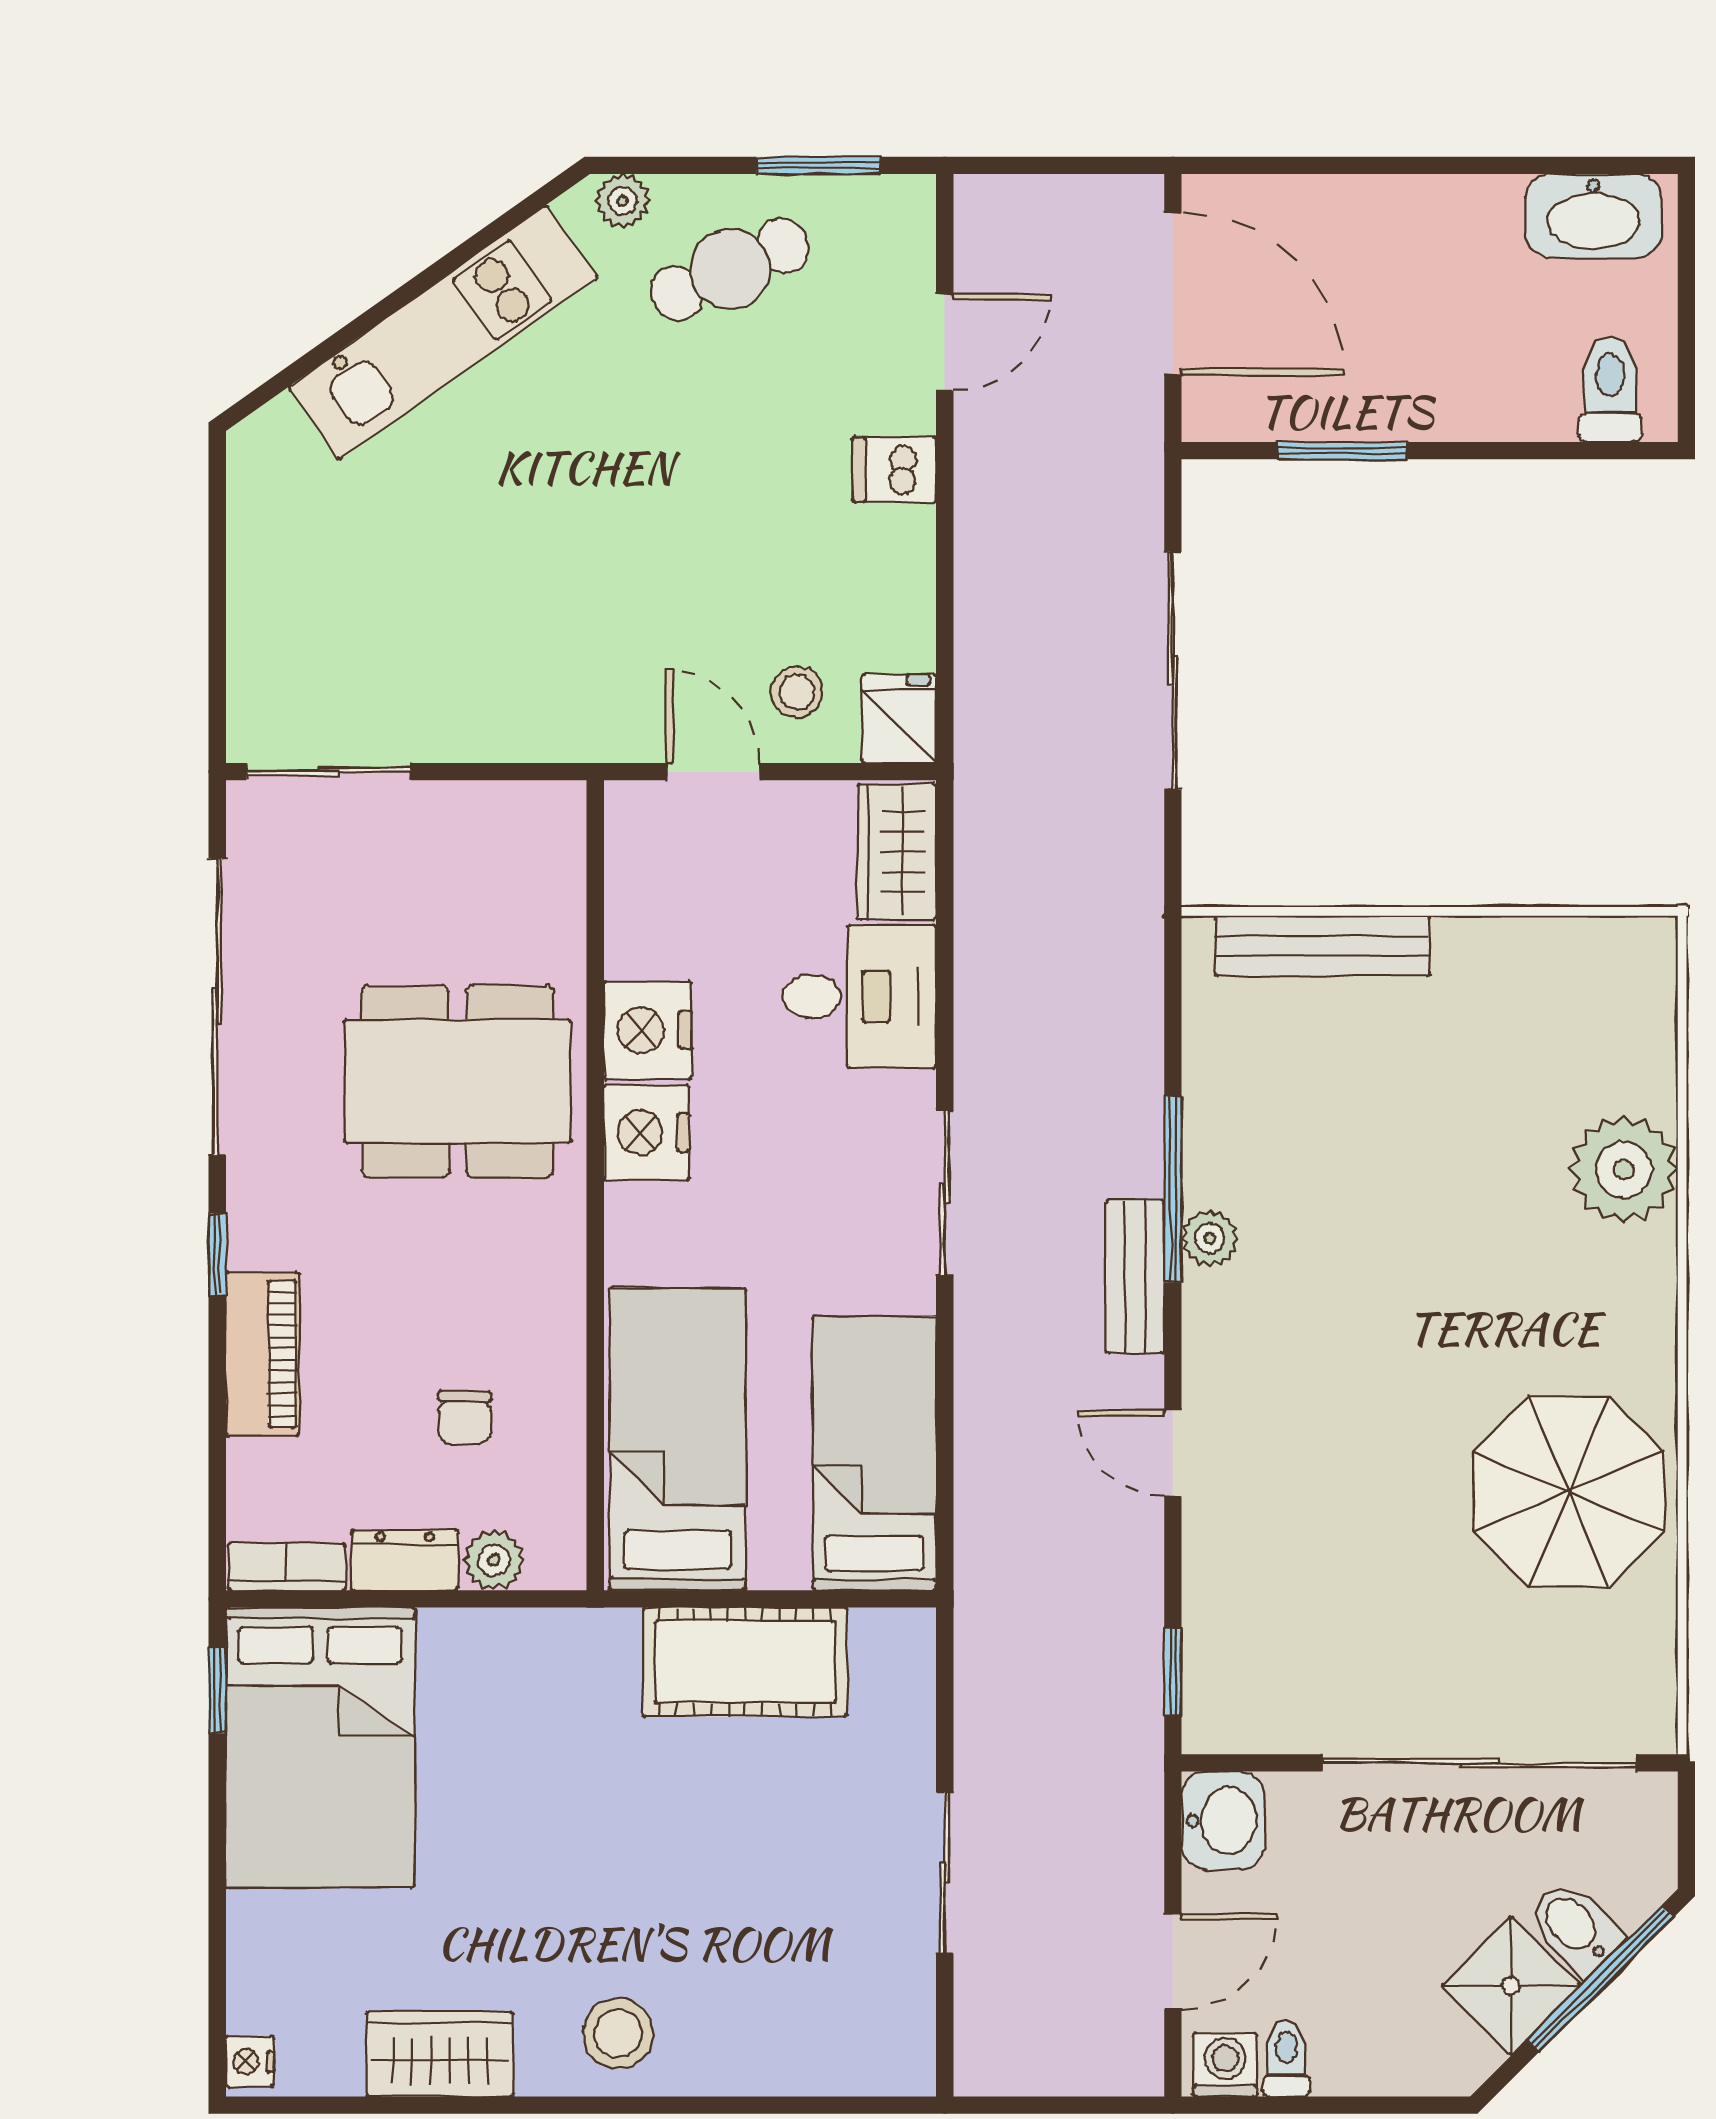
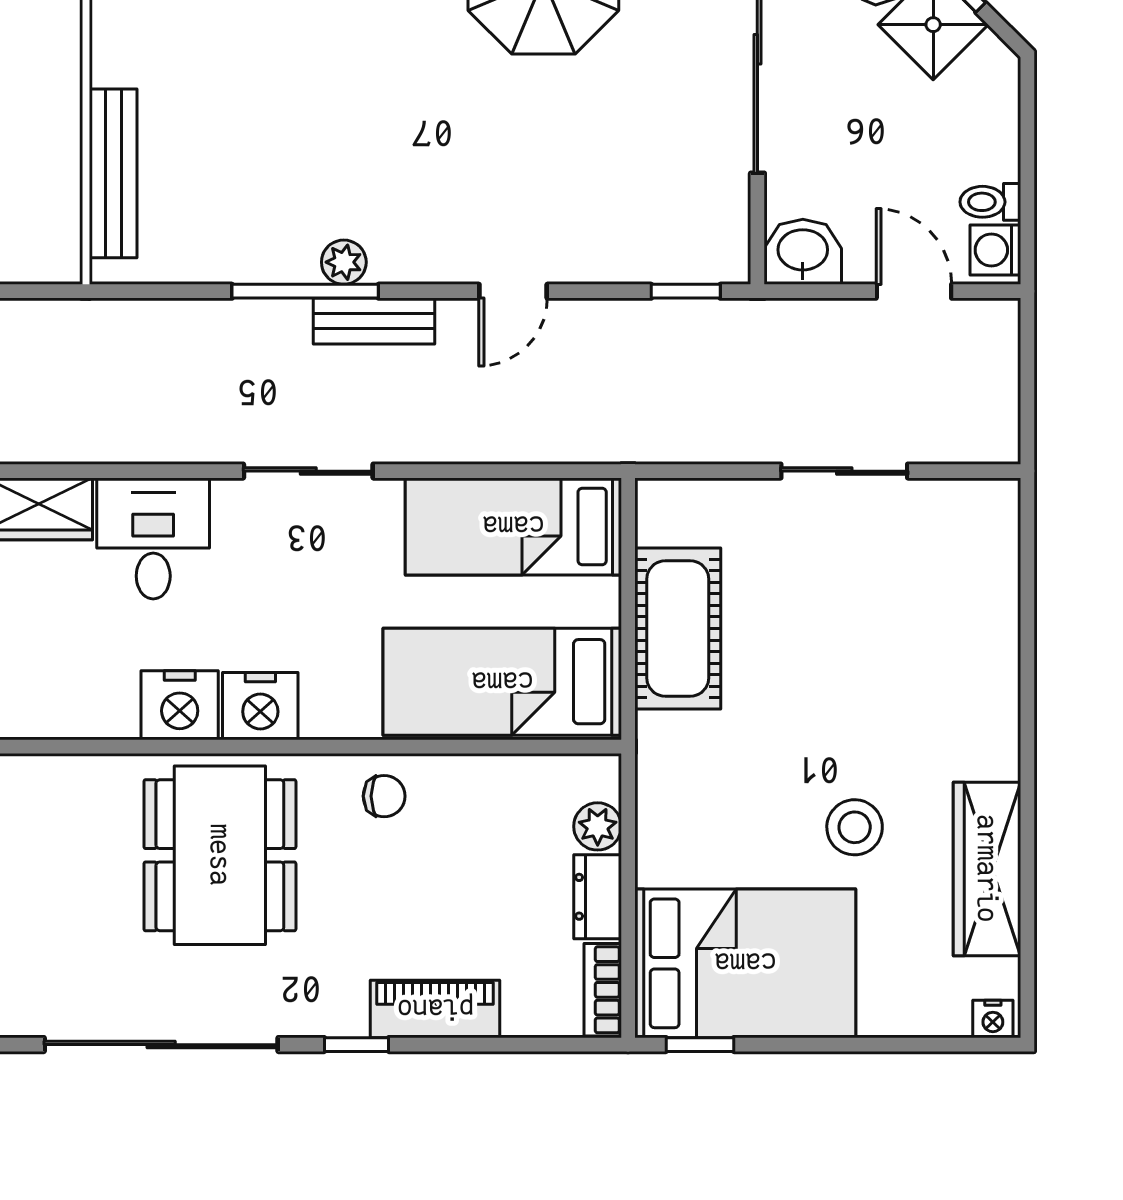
chair: (465, 1418) -> (384, 796), moved
stool: (618, 2034) -> (855, 827), moved
wardrobe: (440, 2054) -> (987, 869), width x1.50

